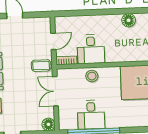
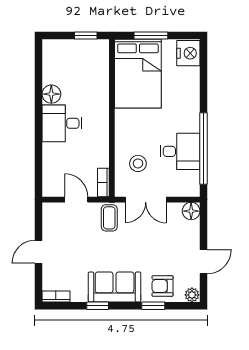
desk: (91, 49) -> (62, 123), moved, turned 180
stool: (92, 76) -> (138, 163), moved

